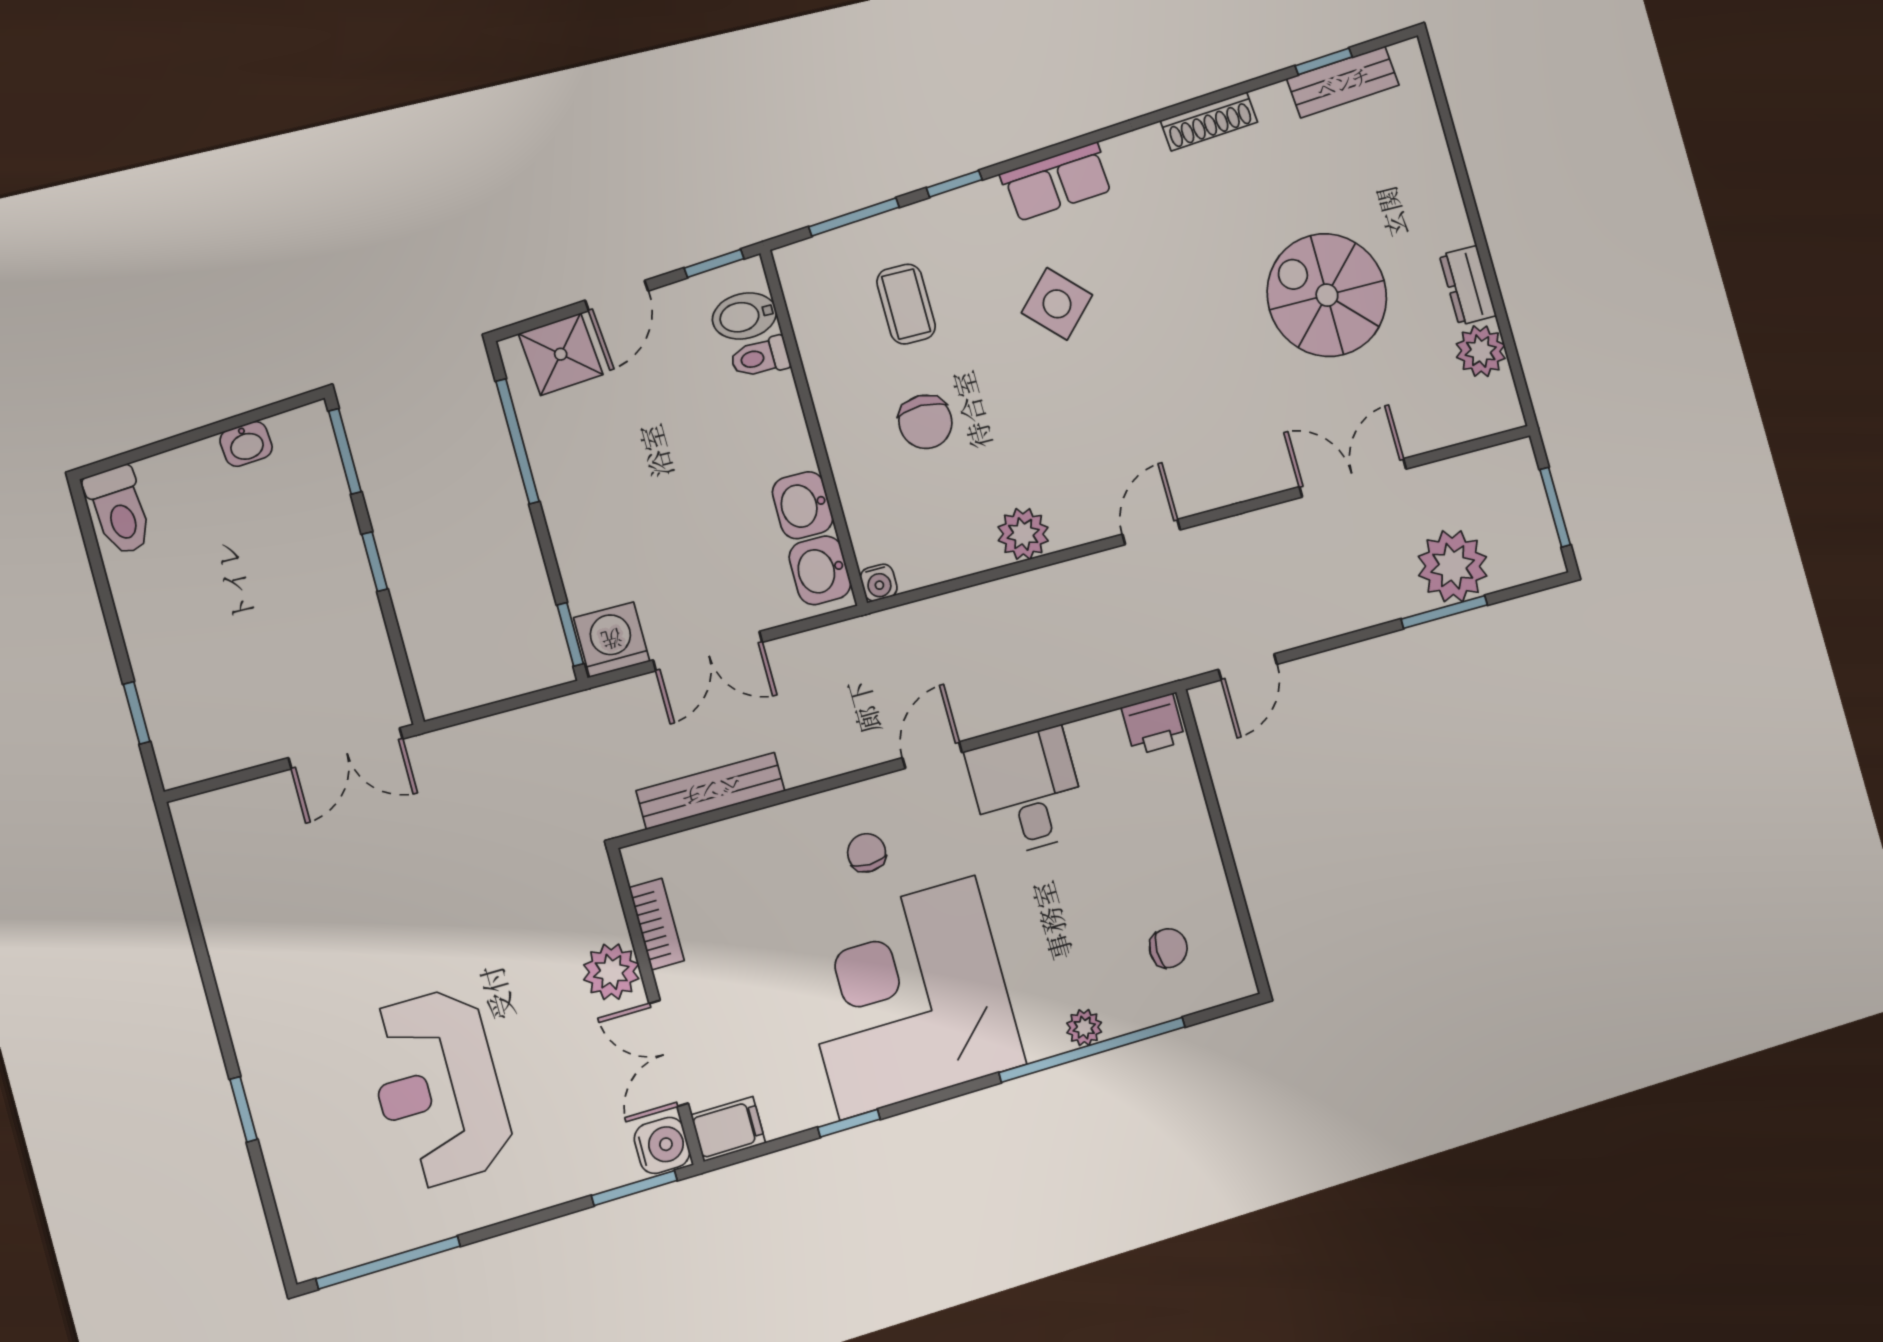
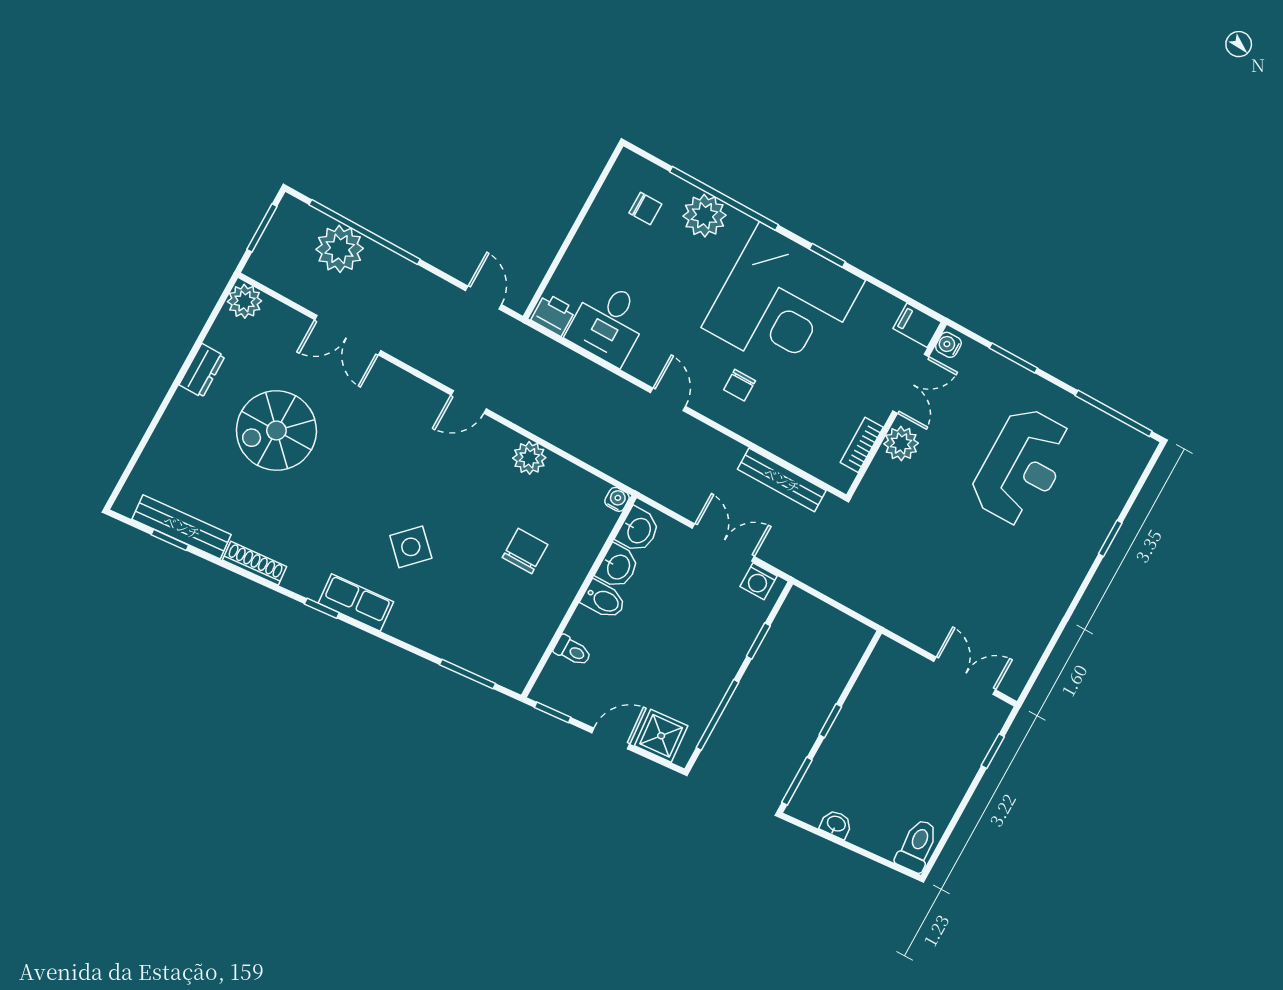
bench: (1343, 82) -> (182, 527), width x1.36
window: (954, 184) -> (322, 608), moved
spiral stairs: (1327, 295) -> (276, 430), turned 90
coffee table: (906, 304) -> (482, 612), removed
bidet: (744, 316) -> (604, 600), moved
plant: (1481, 351) -> (245, 301), moved
window: (1444, 612) -> (365, 232), width x2.11
window: (570, 634) -> (758, 641), moved
washing machine: (612, 640) -> (759, 581), width x0.73, depth x0.73
door: (1248, 667) -> (484, 298), hinge flipped
double door: (346, 748) -> (965, 676), moved
door: (932, 755) -> (668, 399), swing flipped
desk: (1027, 792) -> (608, 323), moved
chair: (1168, 948) -> (645, 208), turned 180
plant: (1084, 1028) -> (704, 216), width x1.88, depth x1.88
window: (849, 1123) -> (827, 255), moved
water cooler: (662, 1145) -> (948, 345), width x0.72, depth x0.72
window: (634, 1188) -> (1013, 358), moved

